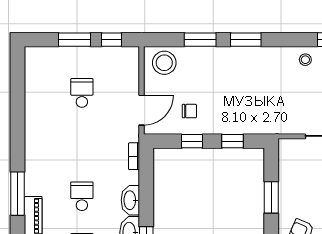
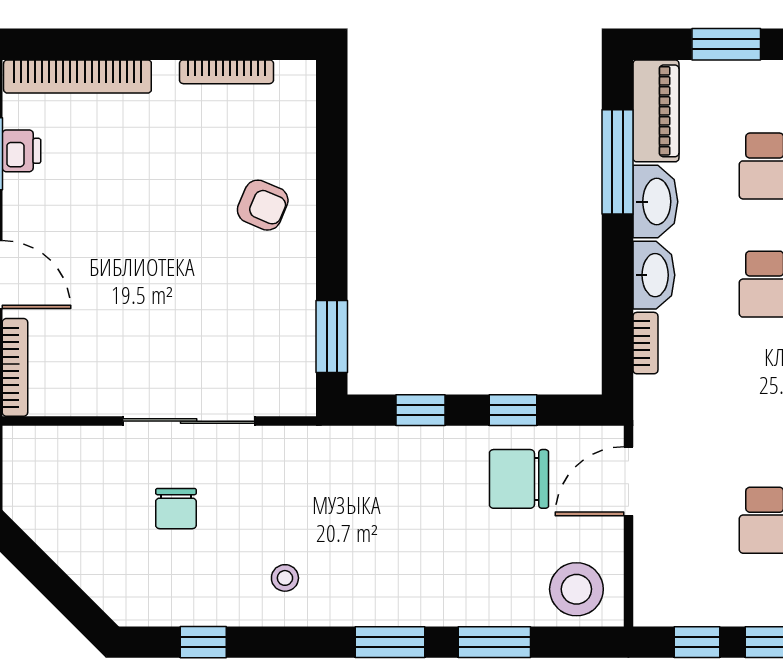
stool: (305, 60) -> (285, 578), moved
chair: (189, 111) -> (519, 479), width x1.87, depth x1.87
bookcase: (134, 156) -> (645, 343), moved
window: (271, 197) -> (332, 336), moved

